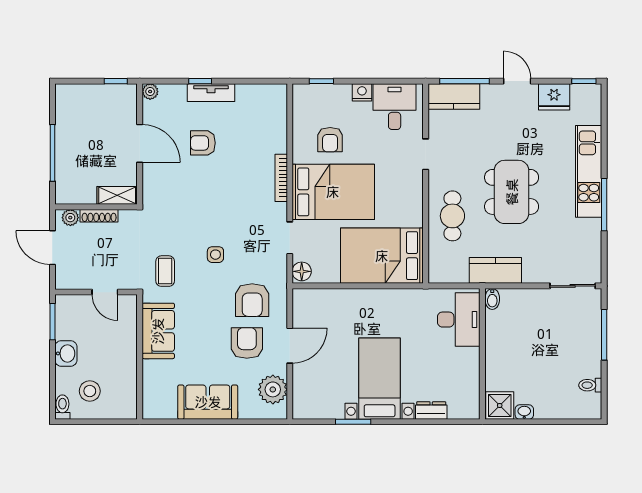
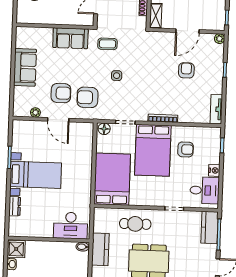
tv unit: (211, 93) -> (216, 109), moved
armchair: (330, 140) -> (185, 149), turned 180
plant: (273, 389) -> (35, 113), width x0.53, depth x0.53

